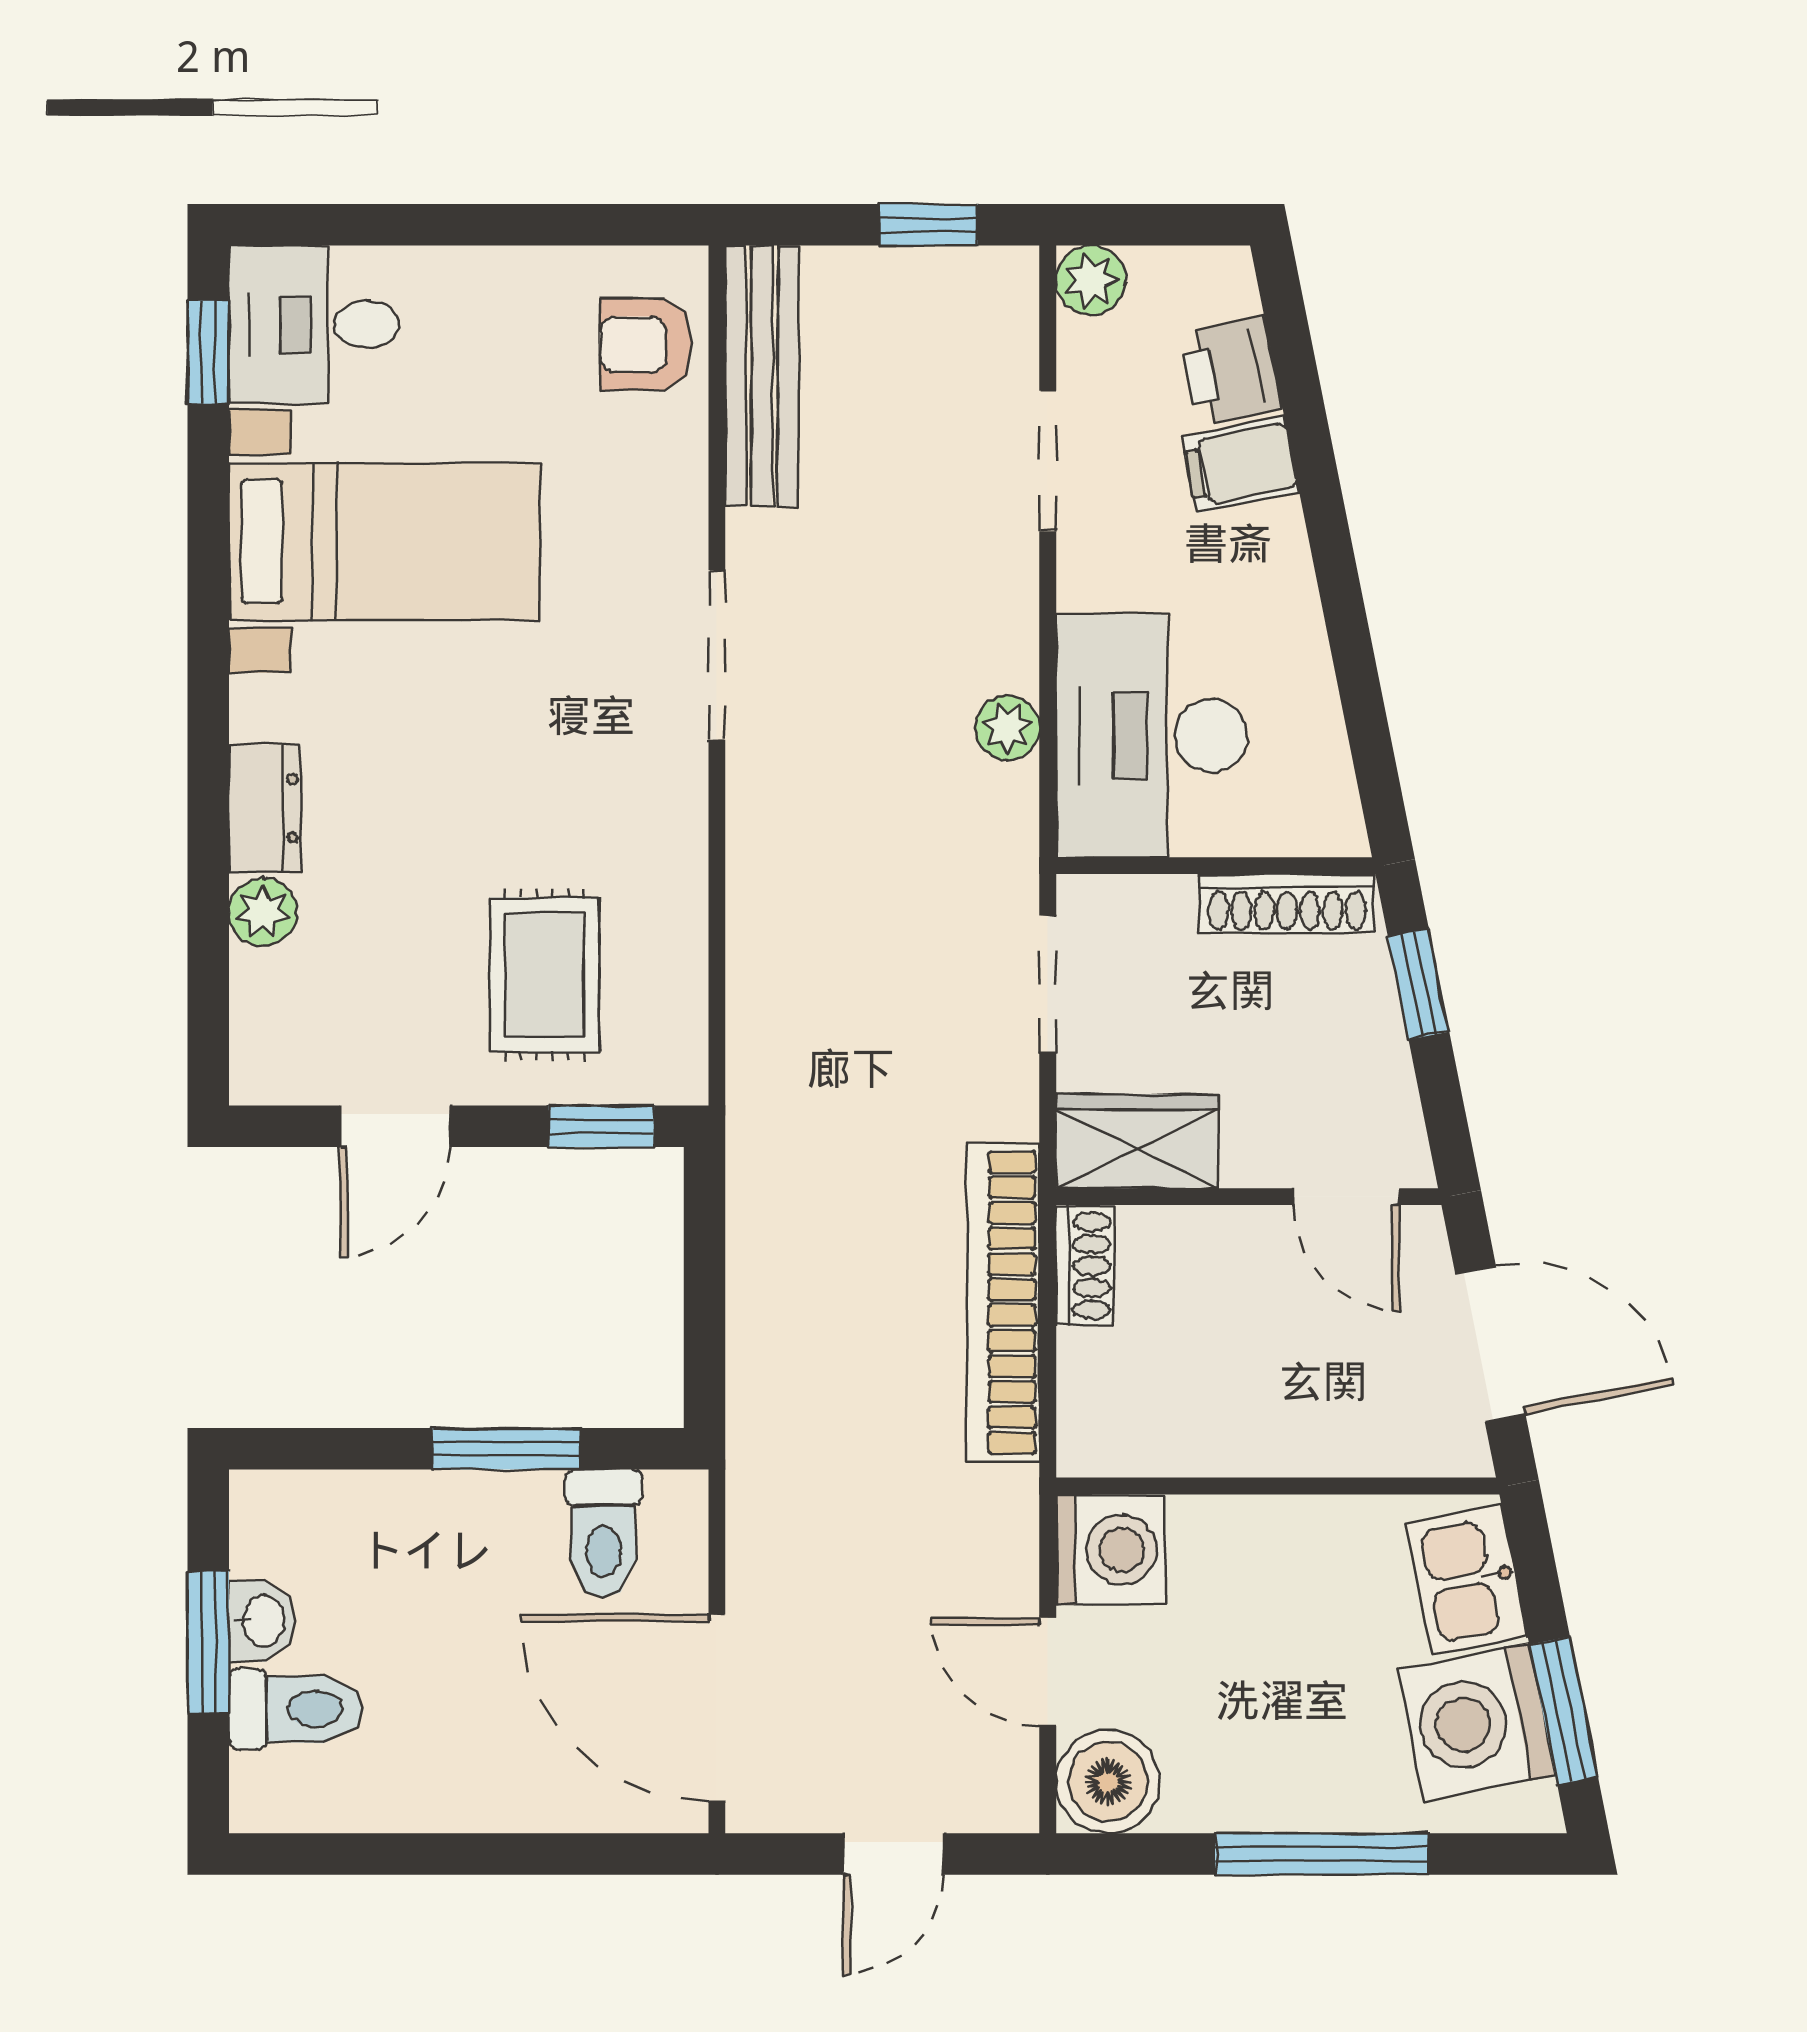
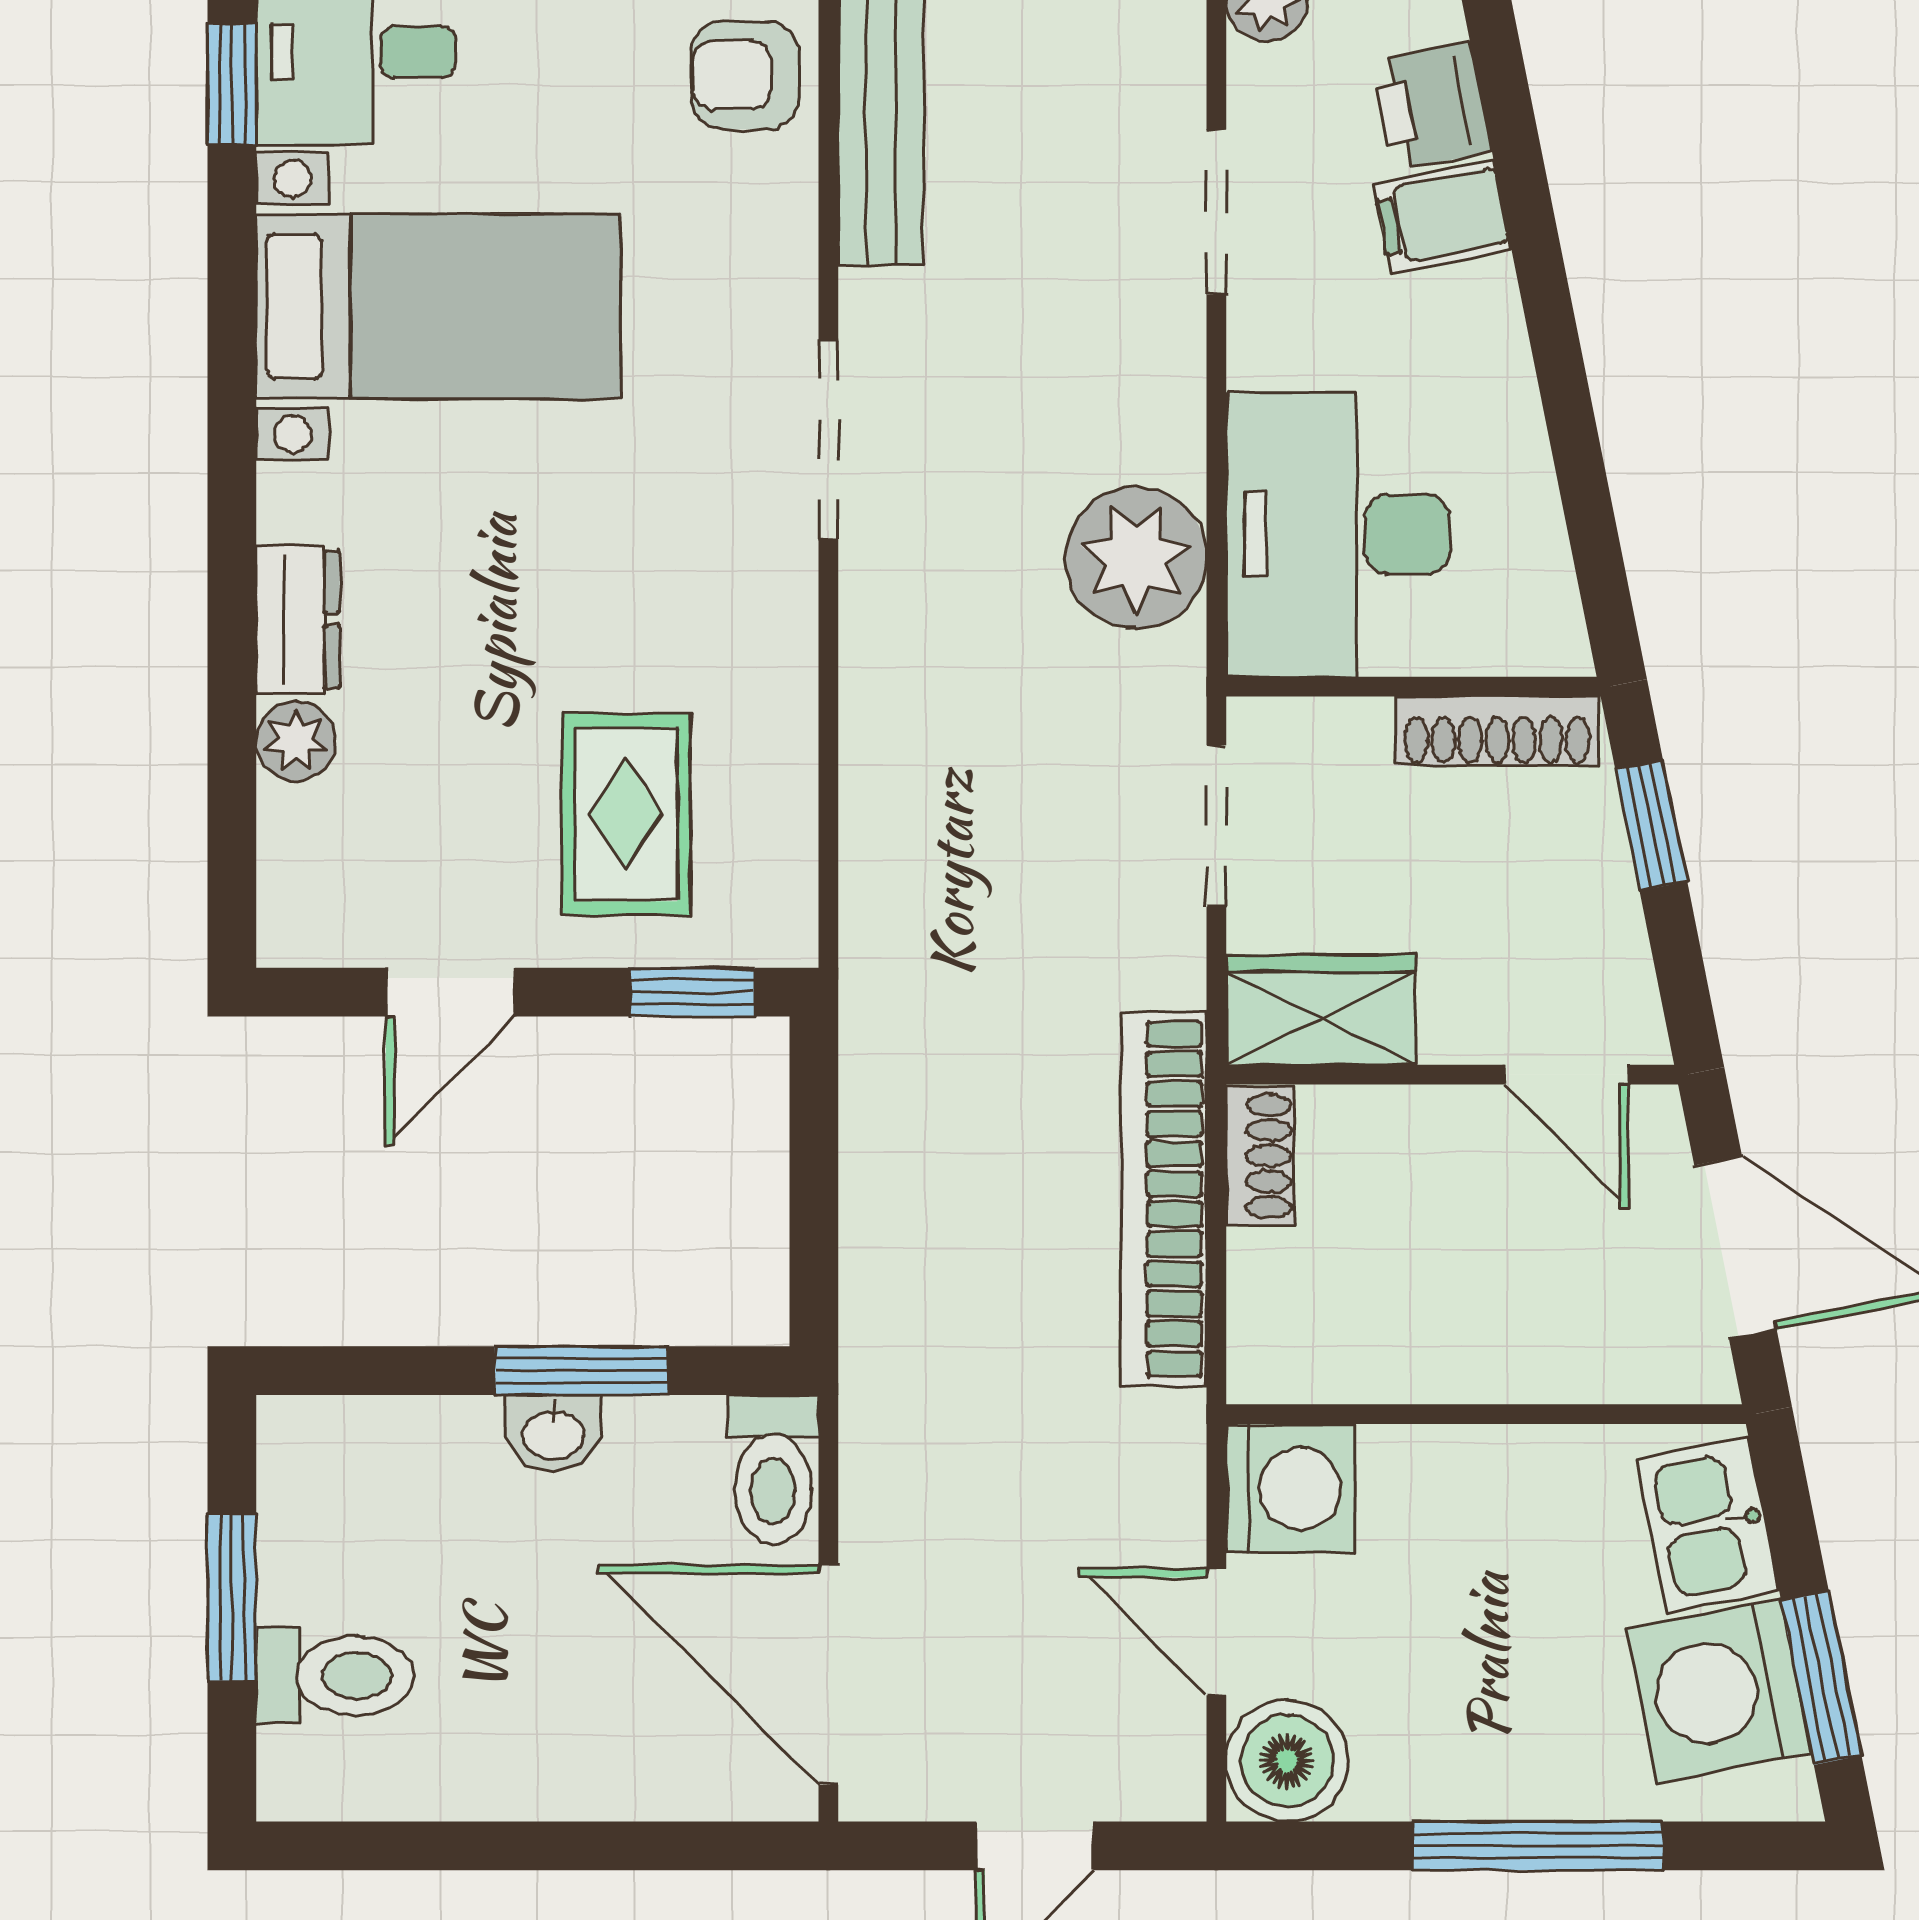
plant: (1007, 728) -> (1136, 558), width x1.88, depth x1.88
toilet: (604, 1533) -> (773, 1470), moved
washbasin: (262, 1621) -> (553, 1433), moved, turned 90

